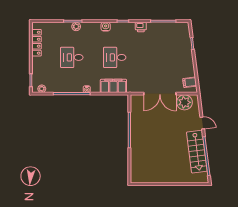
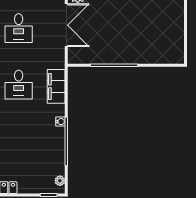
desk: (72, 57) -> (19, 28), moved

